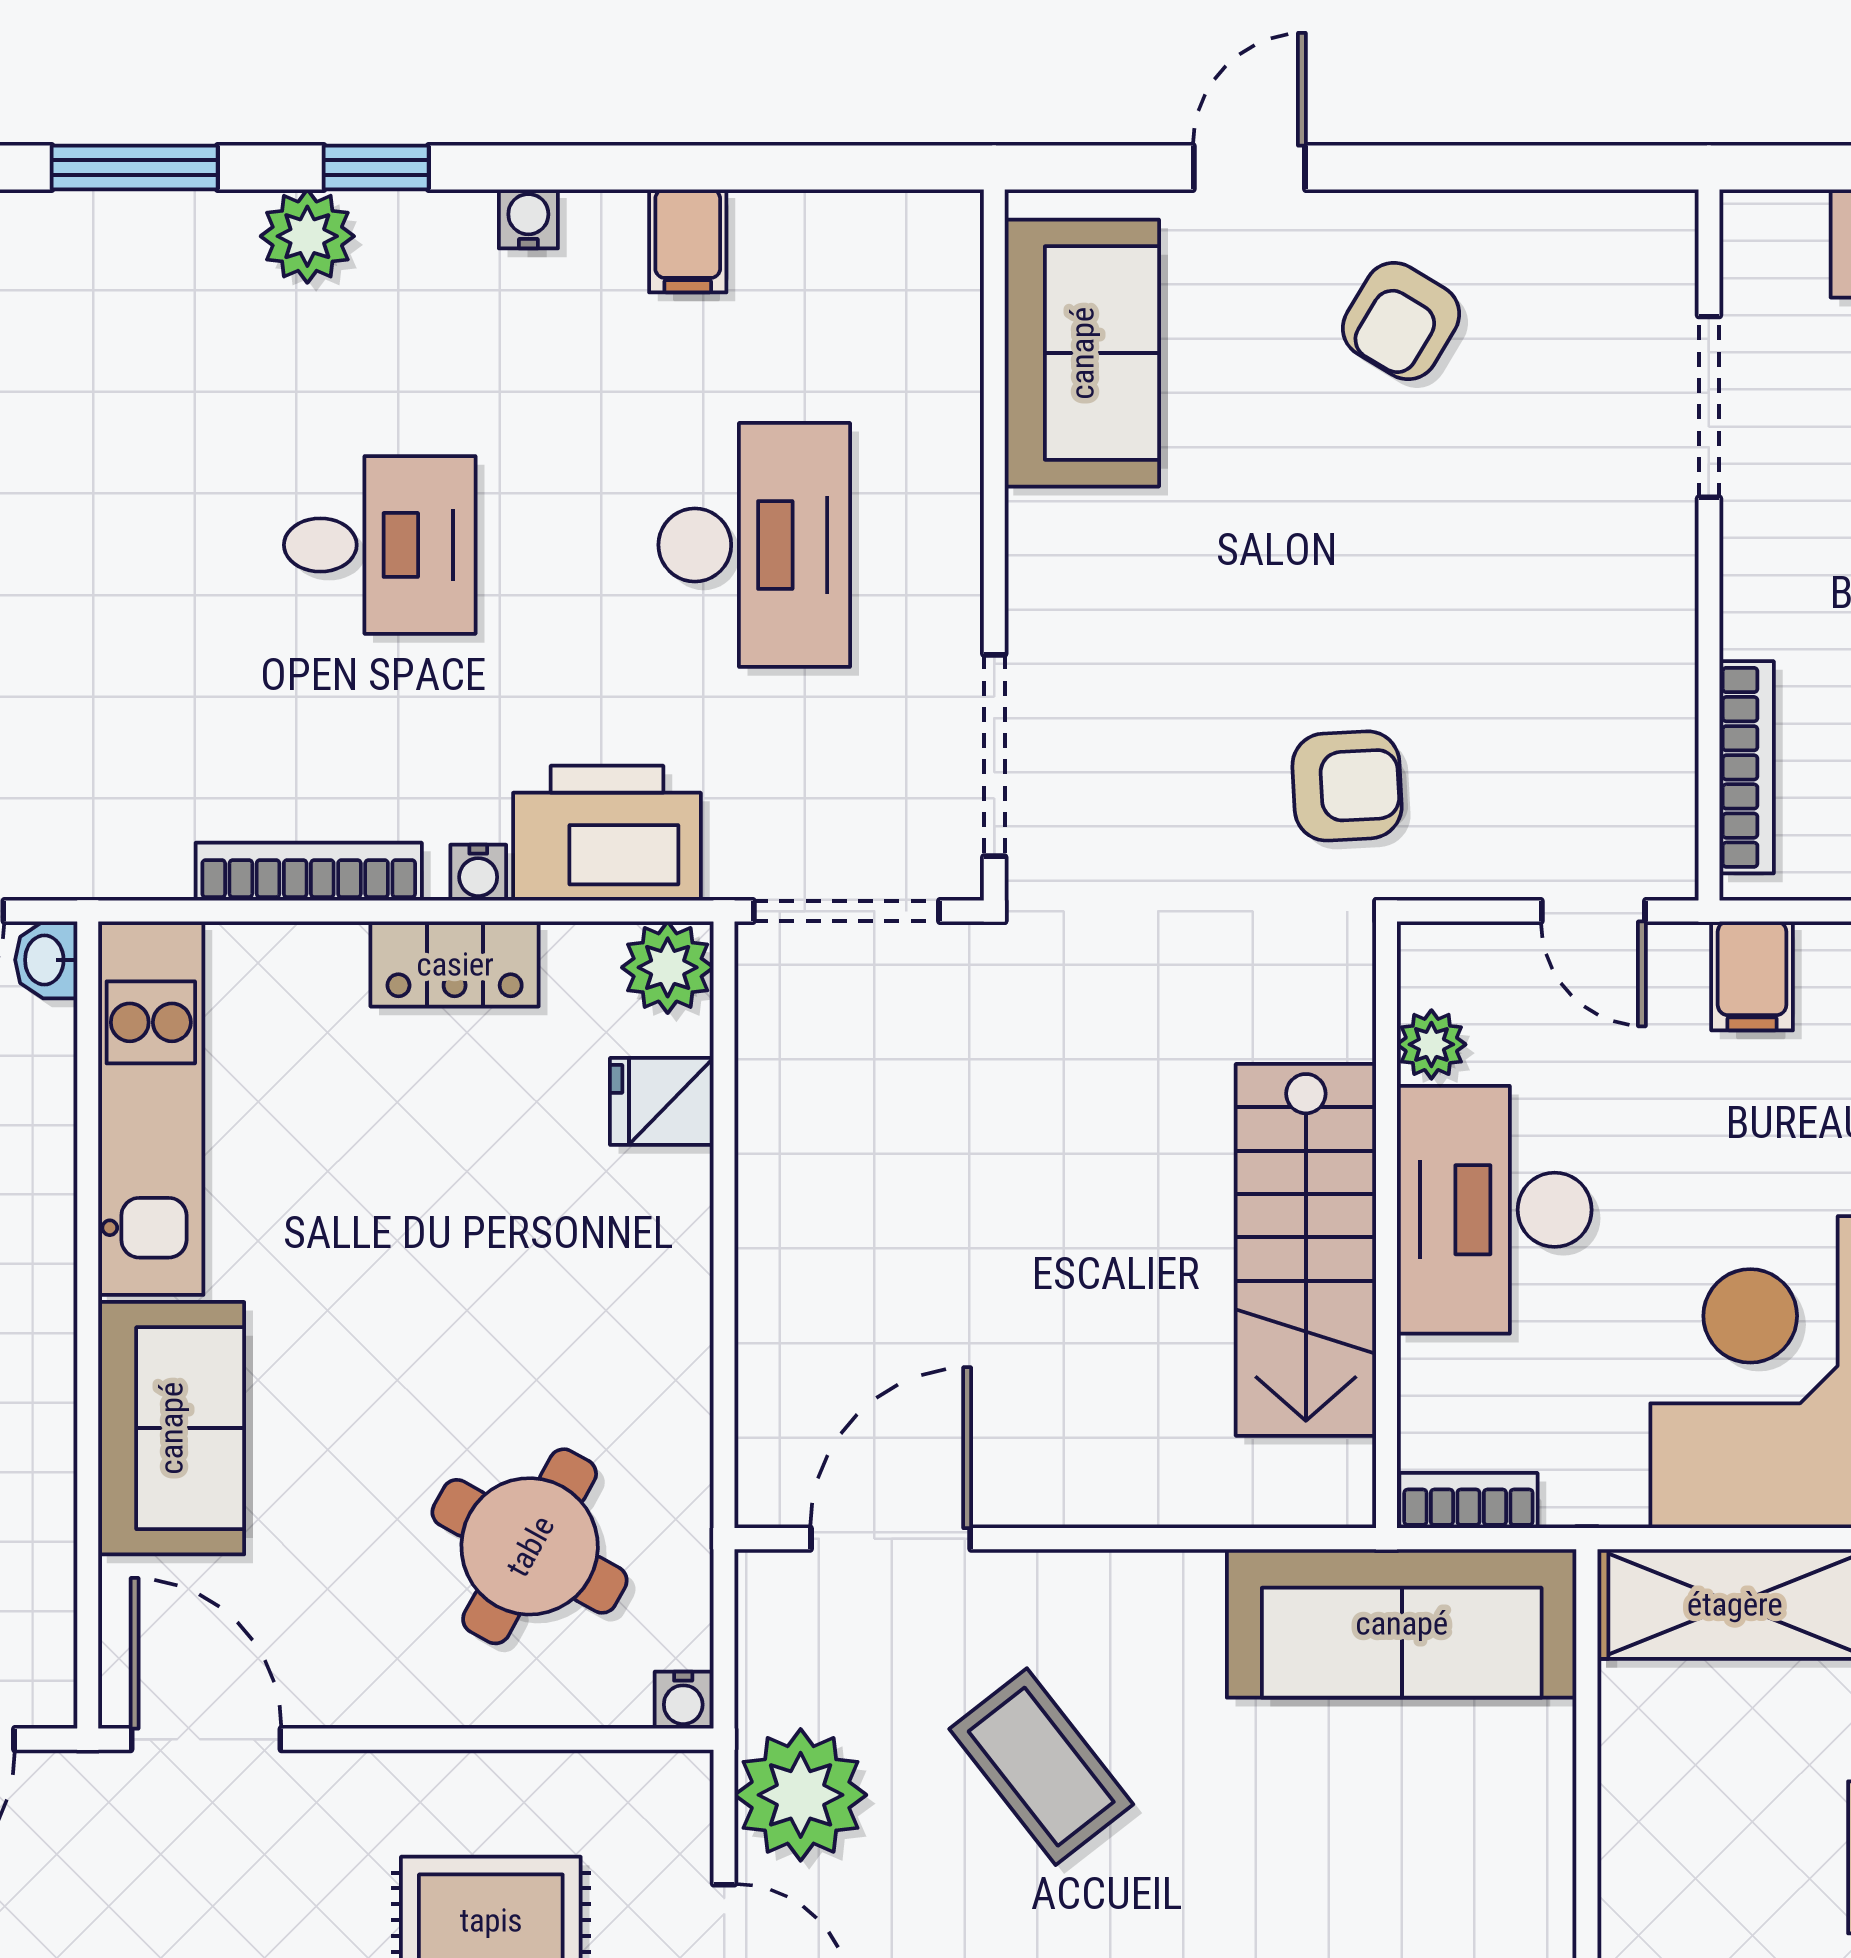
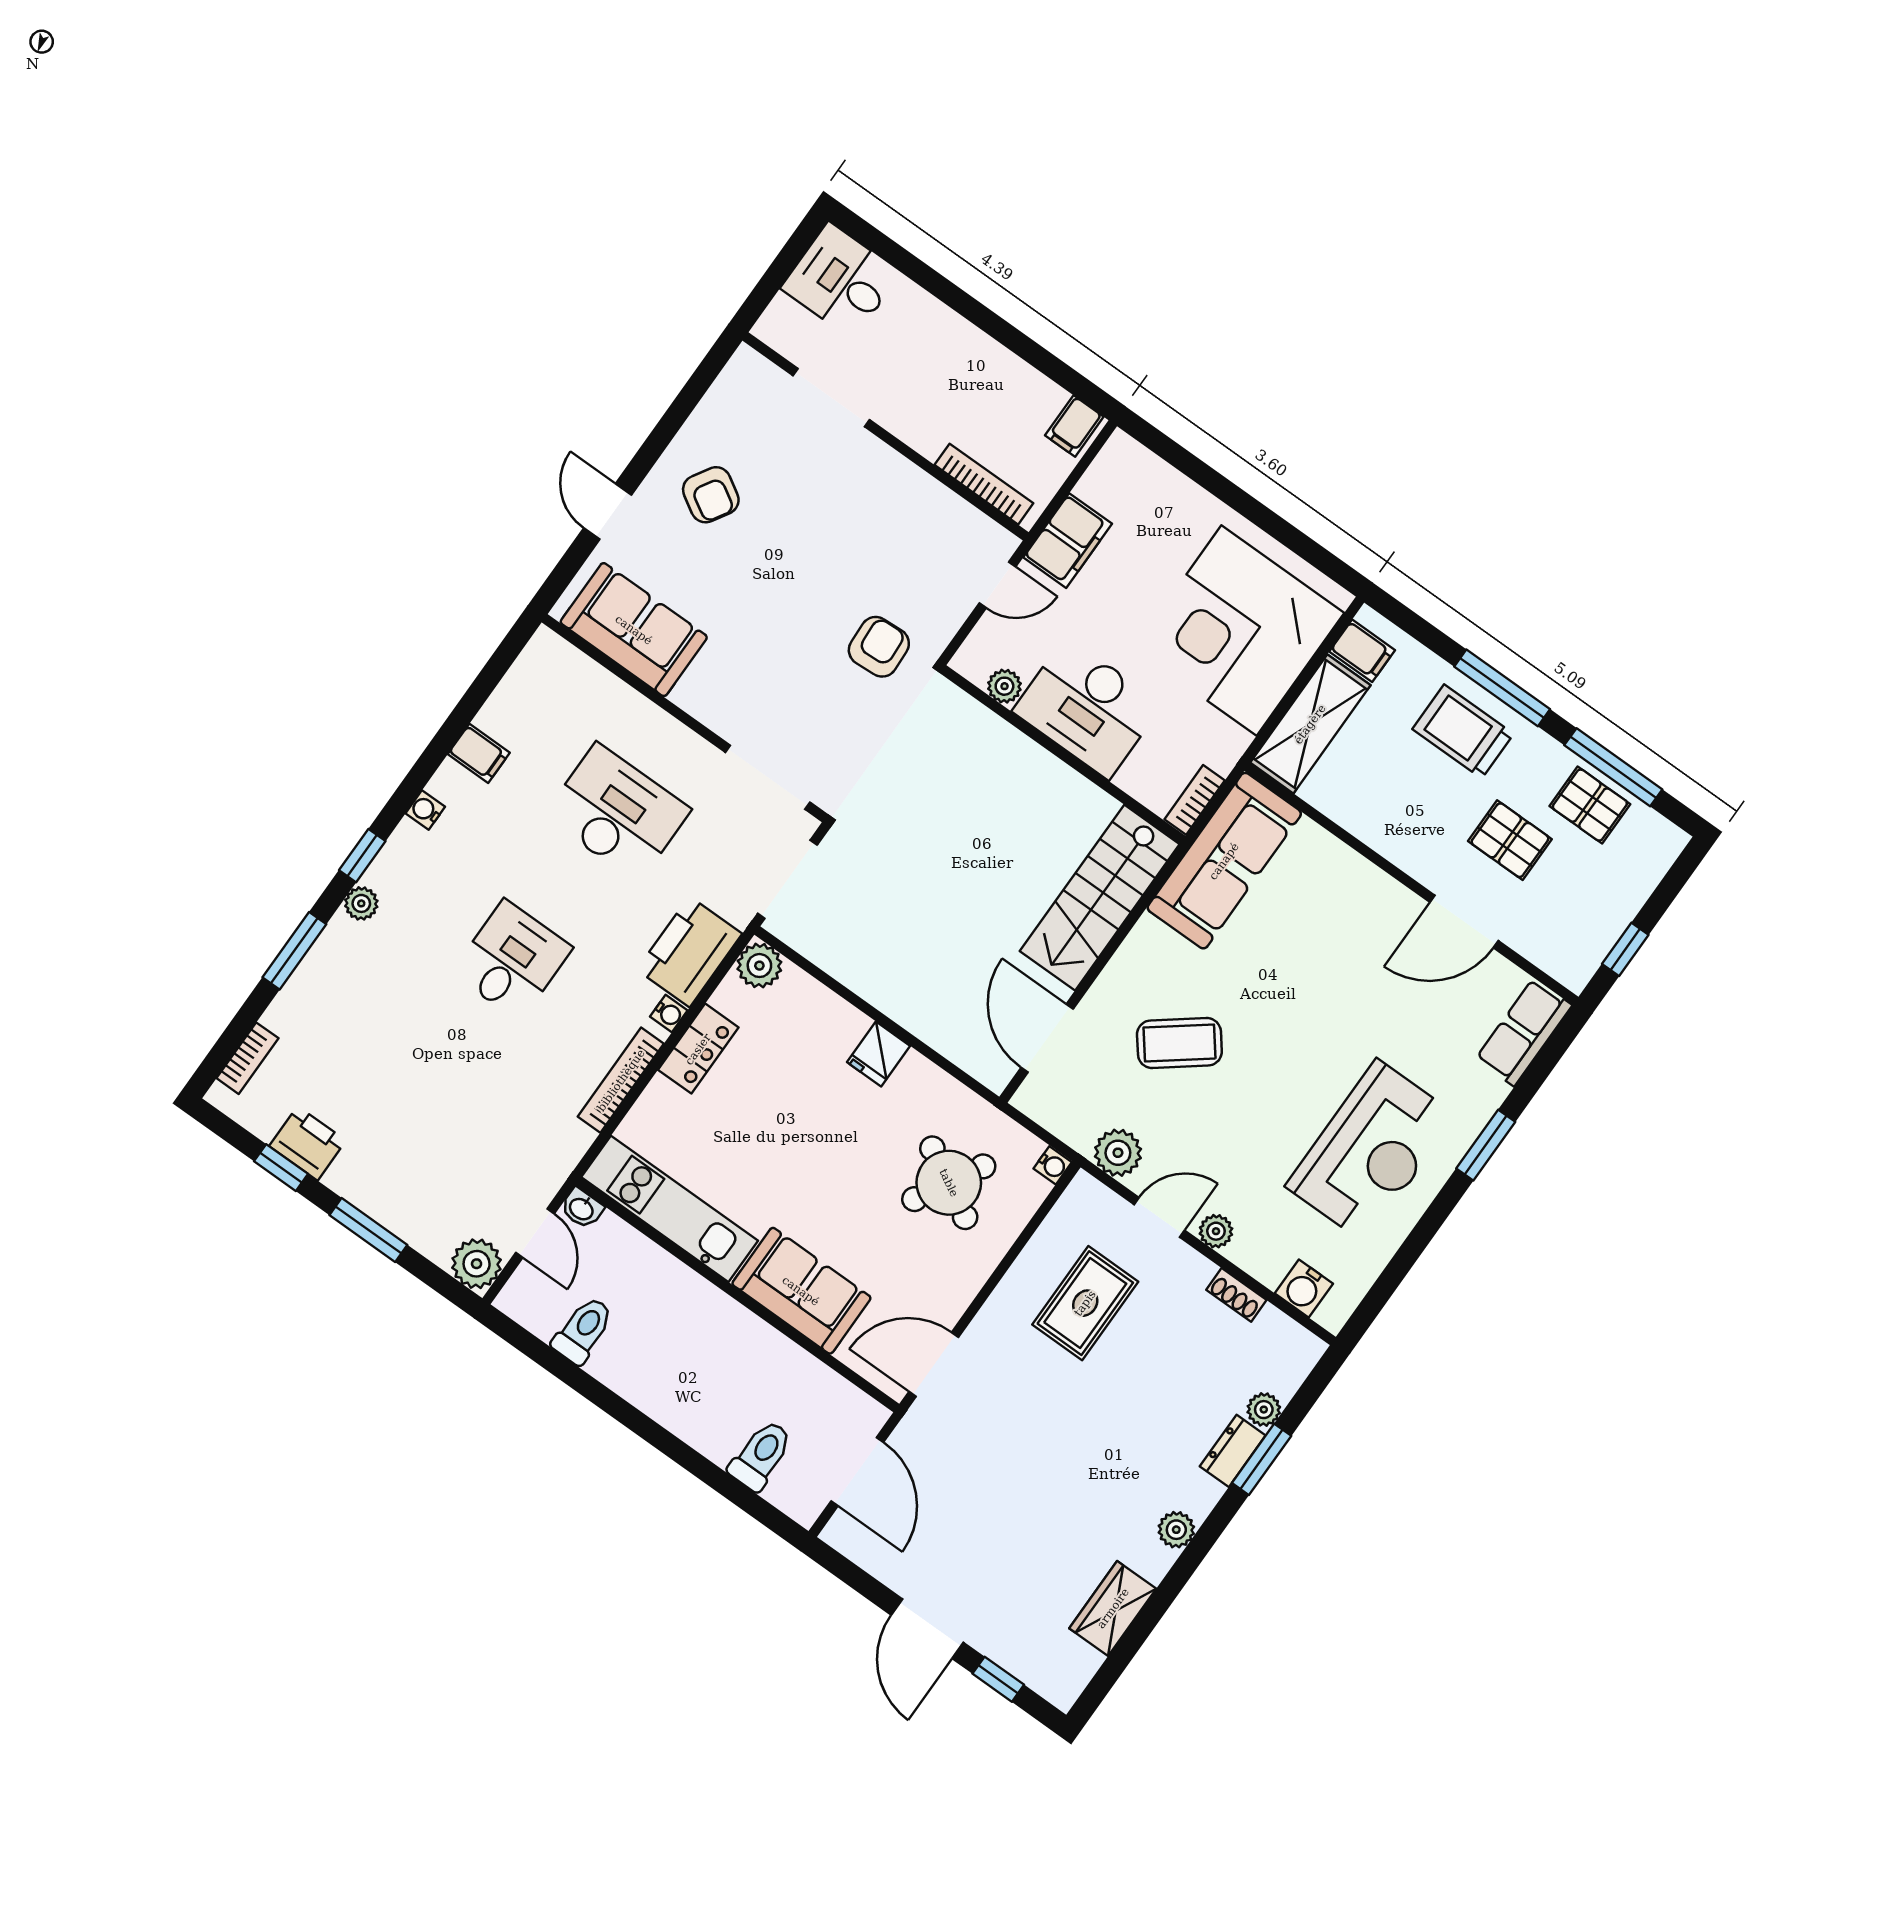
plant: (307, 236) -> (361, 903), width x0.73, depth x0.73
filing cabinet: (1752, 976) -> (1068, 541), width x2.00
fridge: (662, 1101) -> (878, 1054), moved
stairs: (1306, 1250) -> (1100, 898), moved, turned 90
plant: (801, 1795) -> (1118, 1153), width x0.73, depth x0.73

